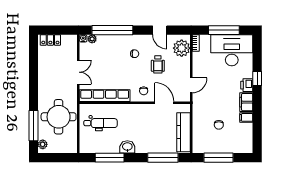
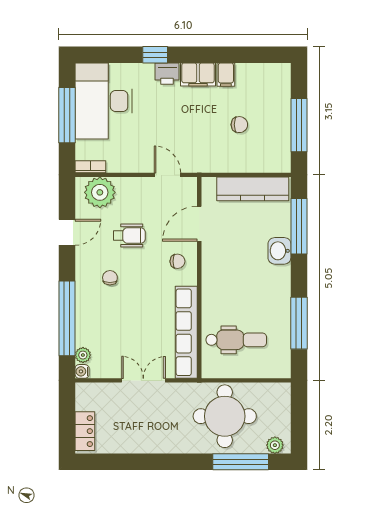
dental chair: (101, 123) -> (236, 340), turned 90
washbasin: (127, 147) -> (279, 251), moved

